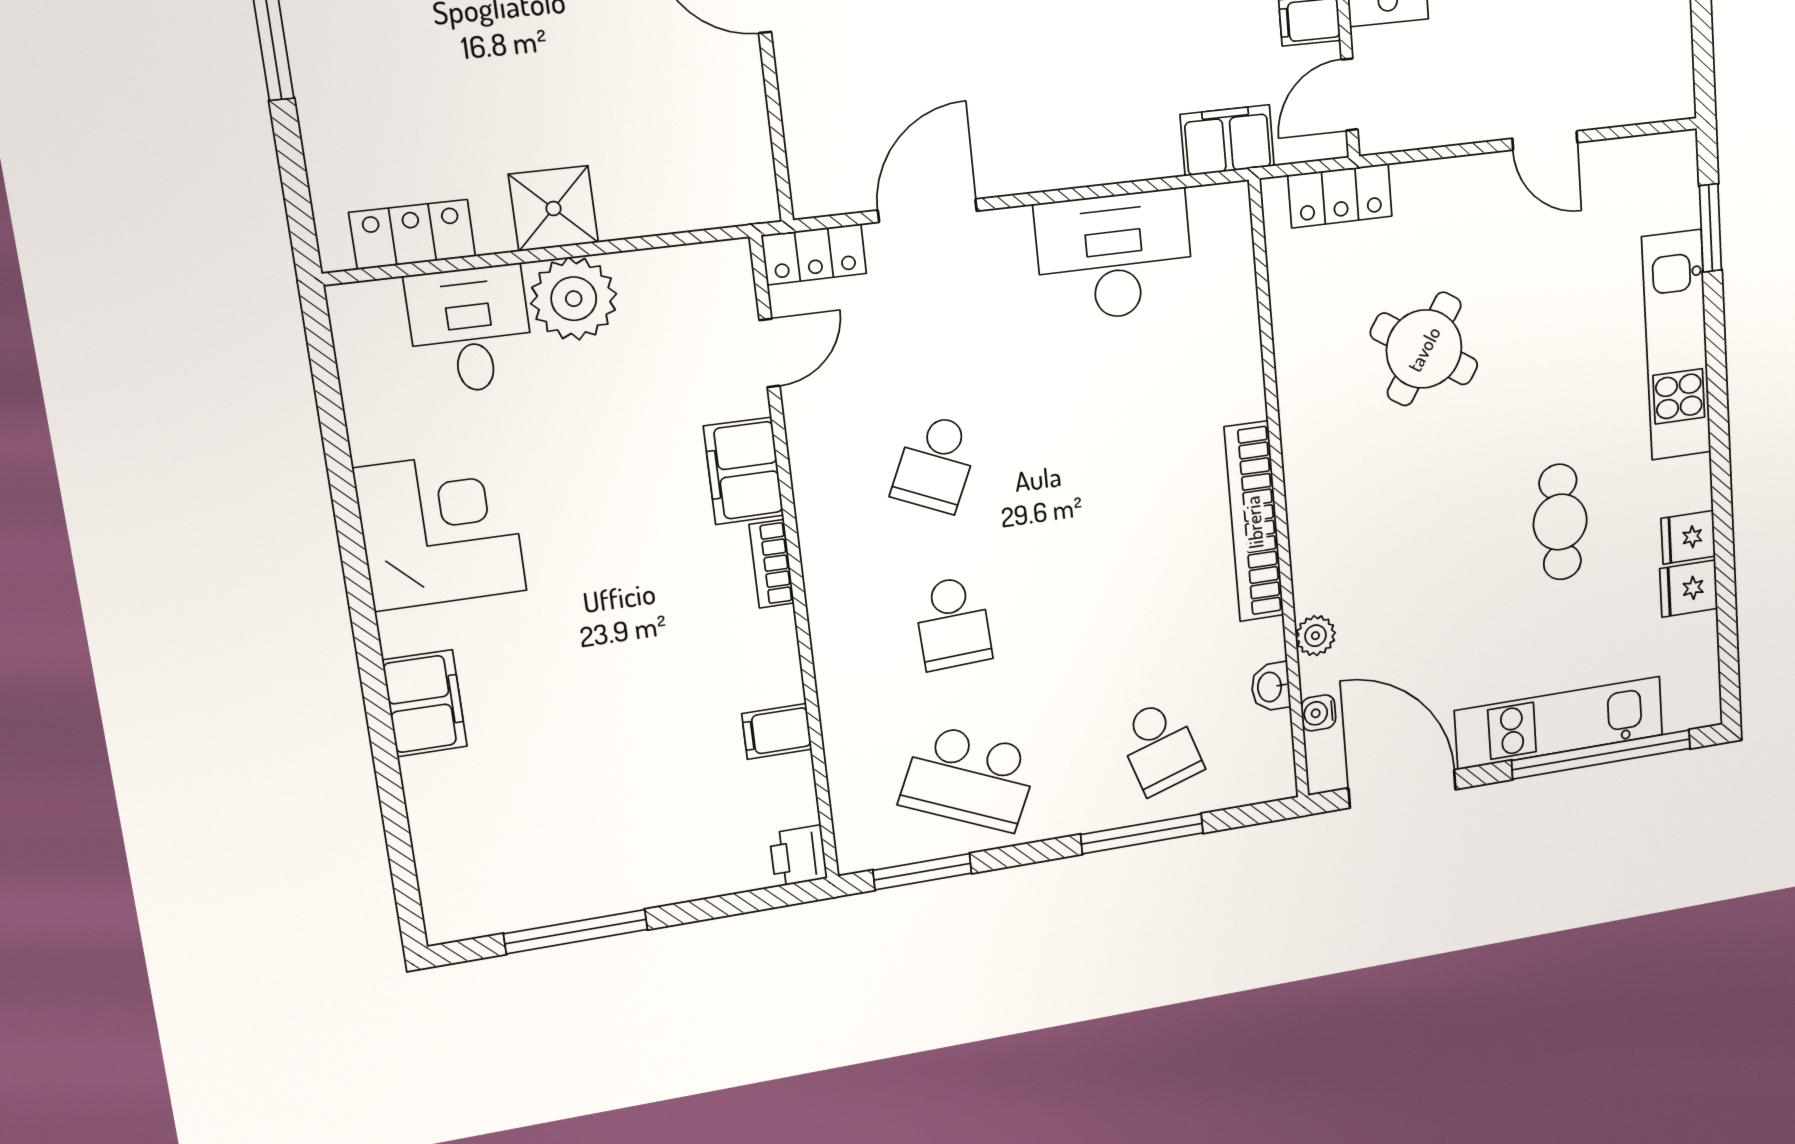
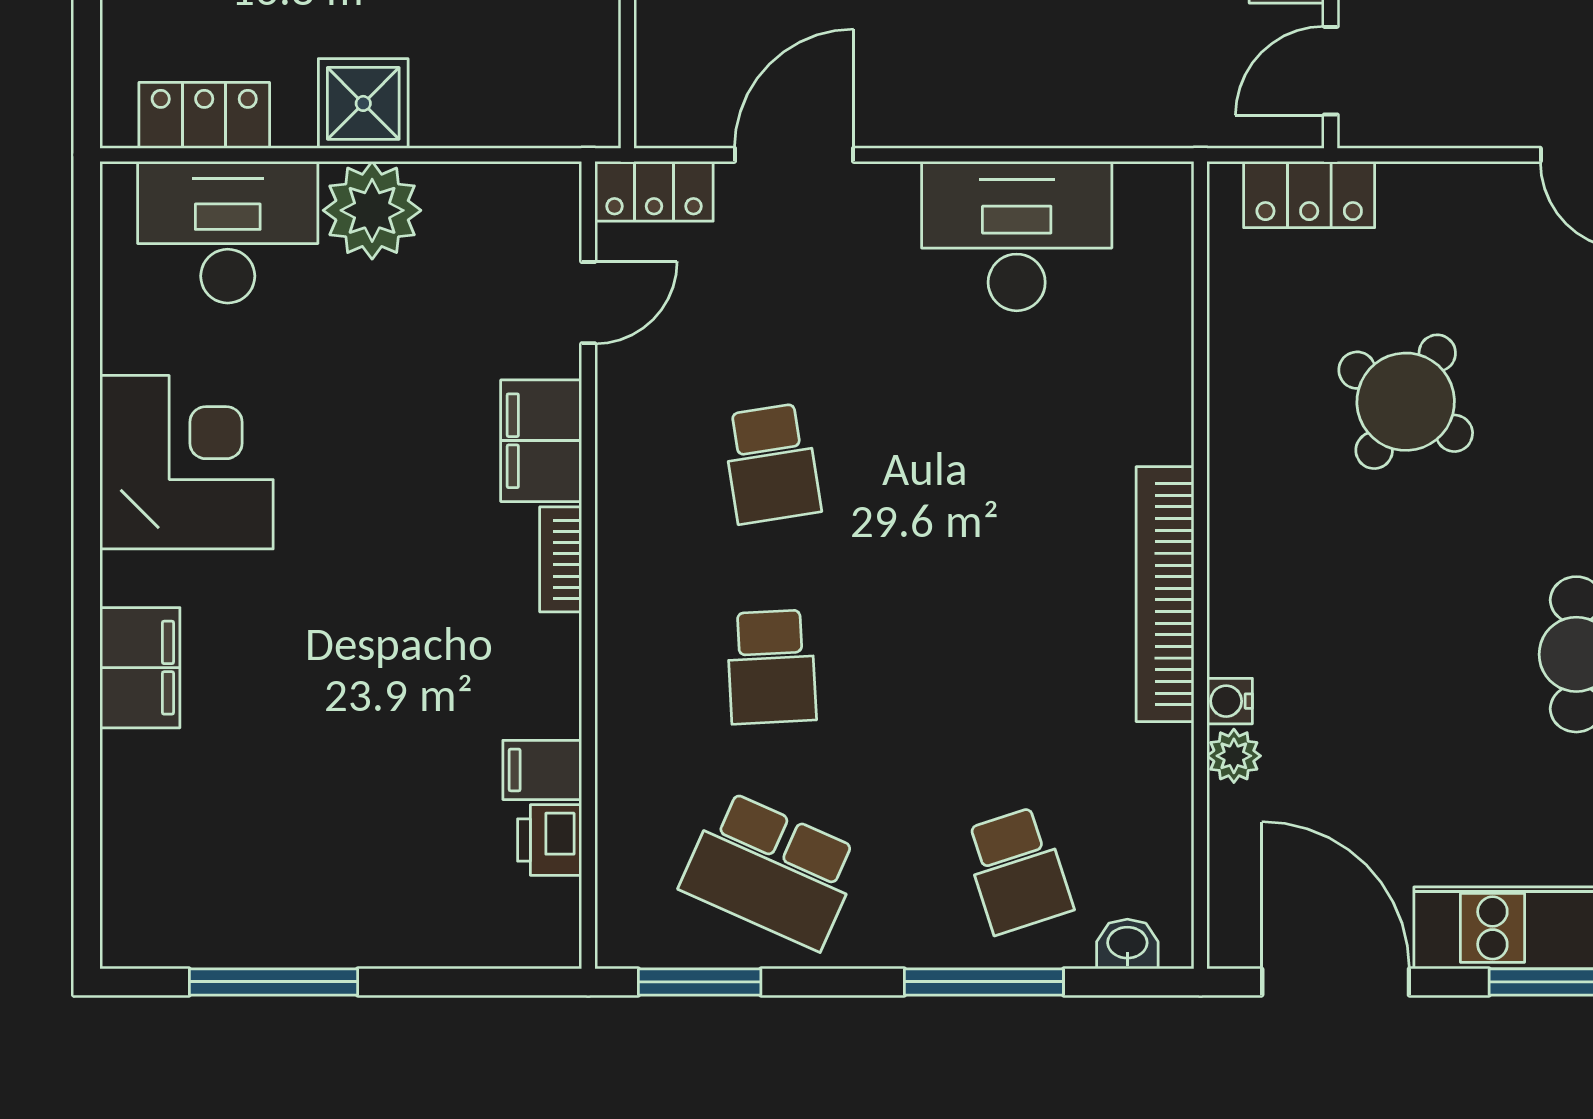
filing cabinet: (1227, 140) -> (1170, 110), removed
desk: (470, 330) -> (228, 232), width x1.37
school desk: (936, 463) -> (771, 463), turned -33
washbasin: (1271, 687) -> (1127, 944), moved, turned 90
water cooler: (1318, 713) -> (1230, 701), moved
printer: (798, 856) -> (550, 840), moved

